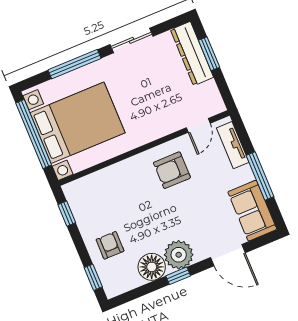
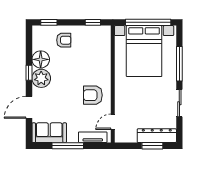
door: (198, 125) -> (113, 122), hinge flipped
armchair: (172, 170) -> (93, 95), turned -90

